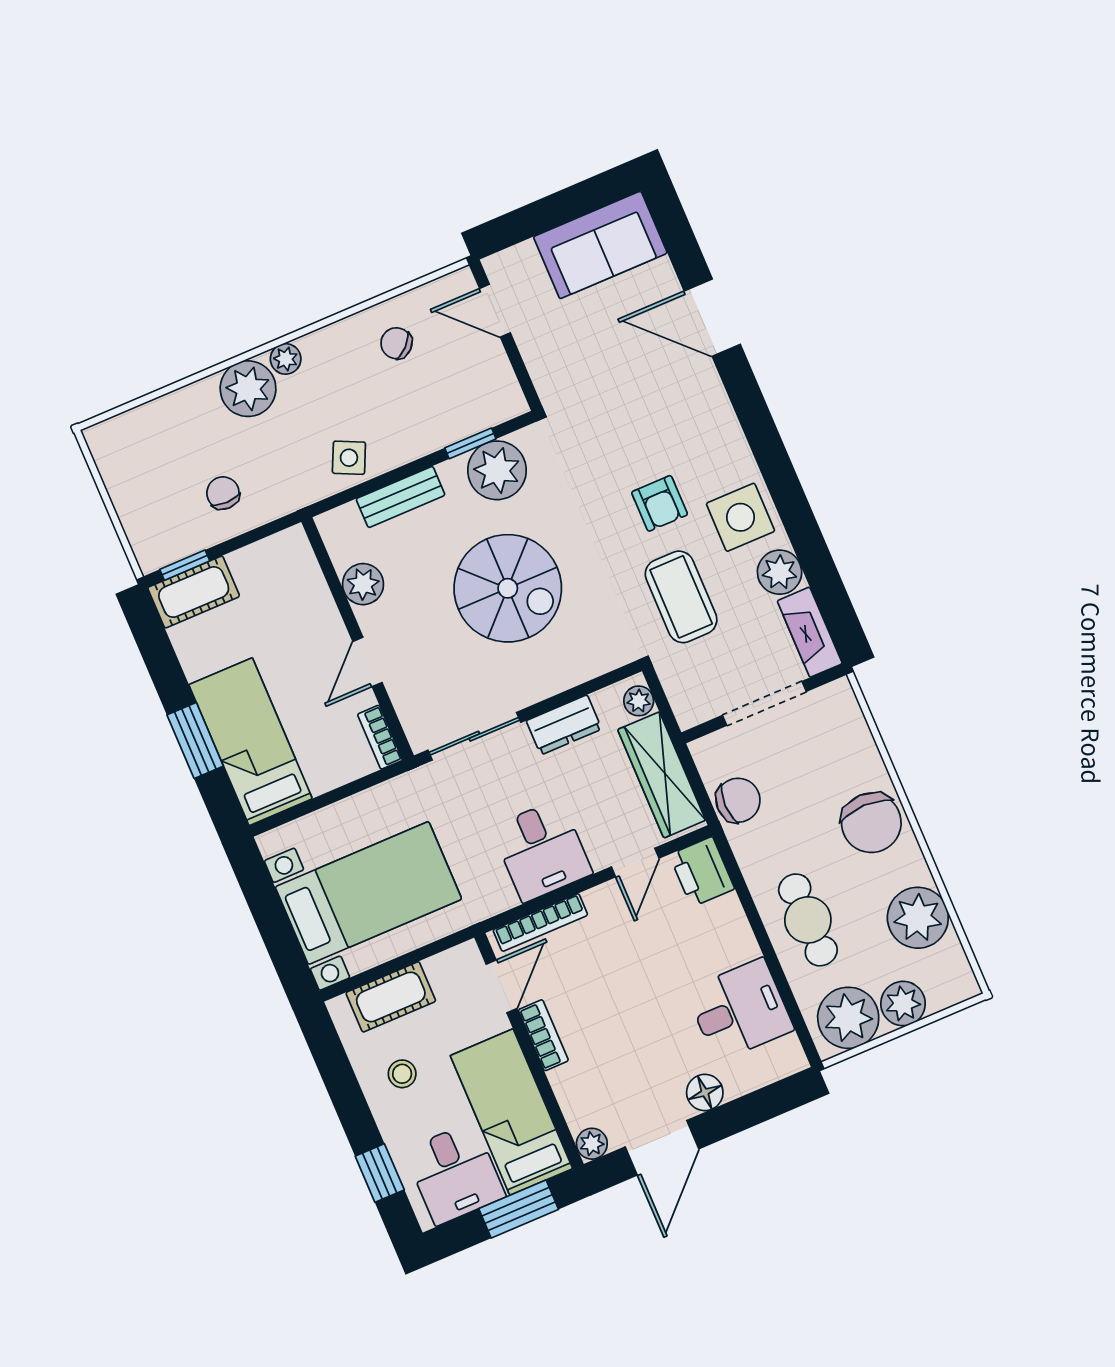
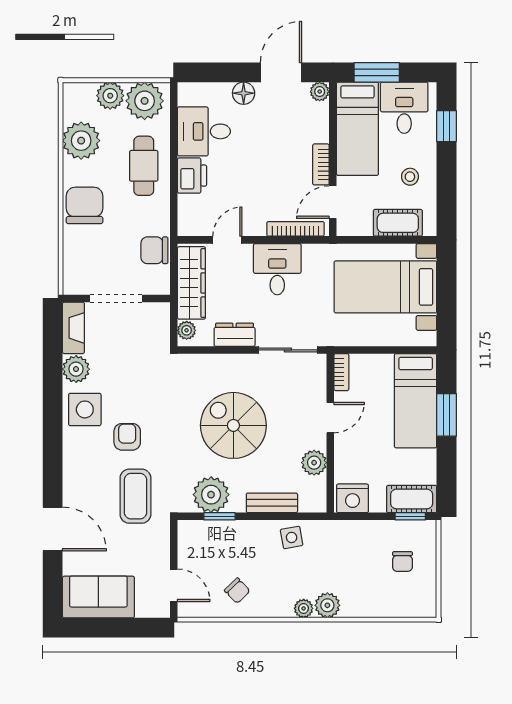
plant: (248, 389) -> (327, 605), width x0.73, depth x0.73
side table: (349, 458) -> (292, 537), turned -35
chair: (223, 493) -> (402, 562), moved
nightstand: (283, 555) -> (352, 498), added
coffee table: (681, 597) -> (135, 496), moved
printer: (702, 872) -> (192, 176), moved

